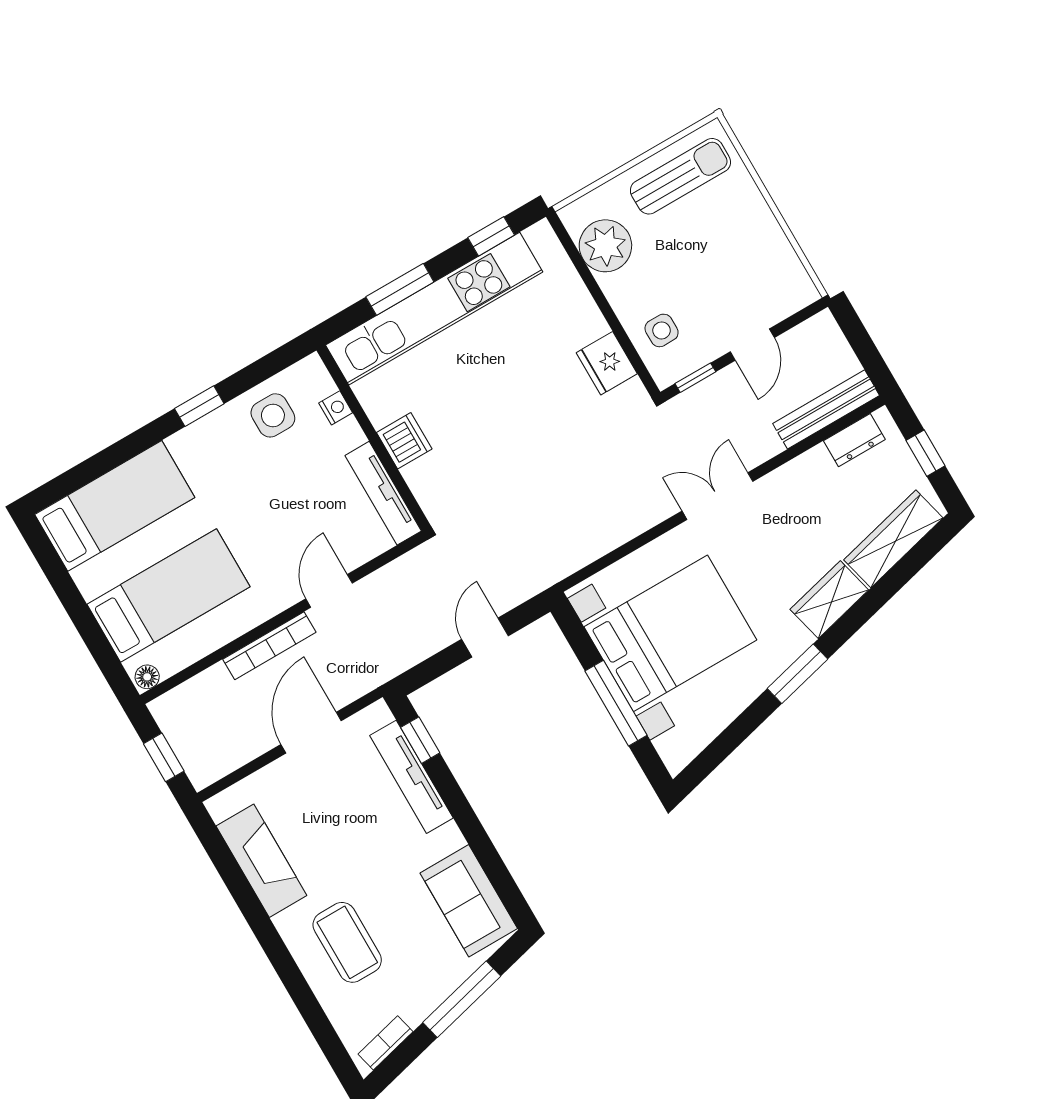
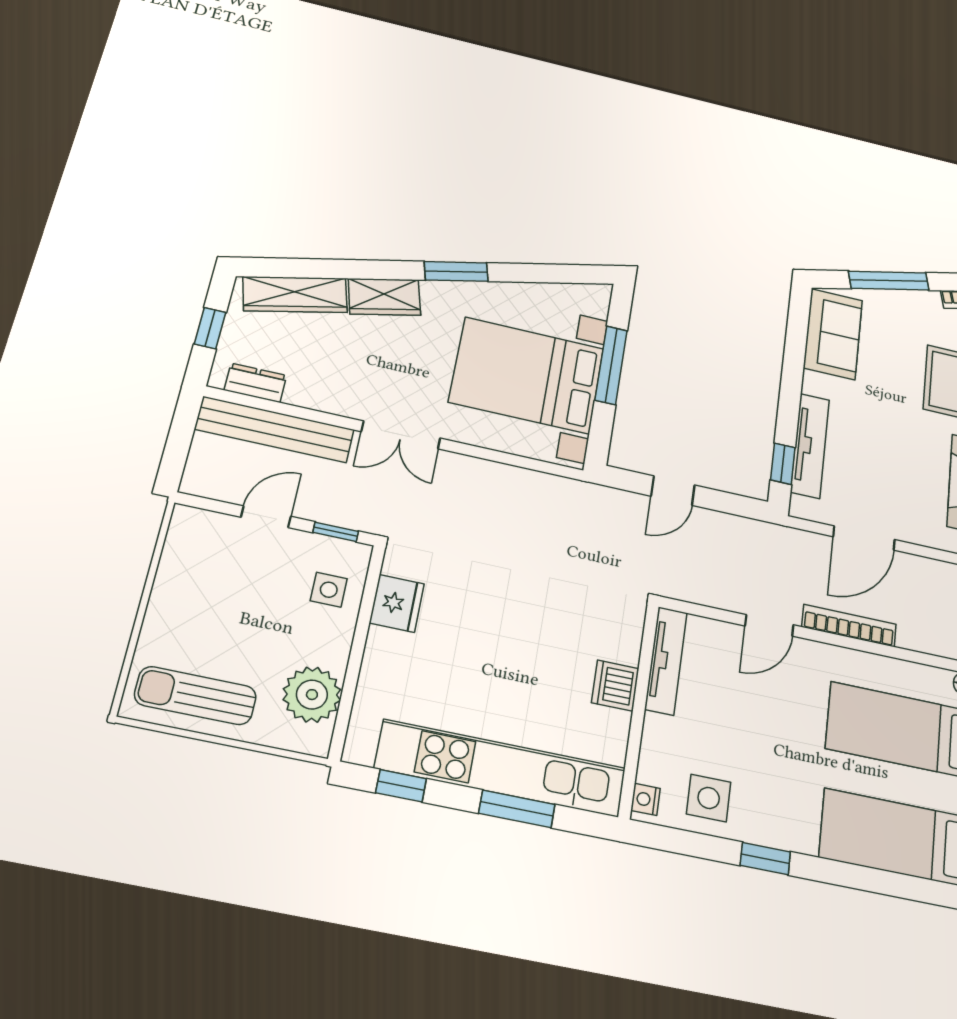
nightstand: (336, 408) -> (646, 799), moved
bench: (826, 409) -> (275, 429), width x1.37, depth x1.21

